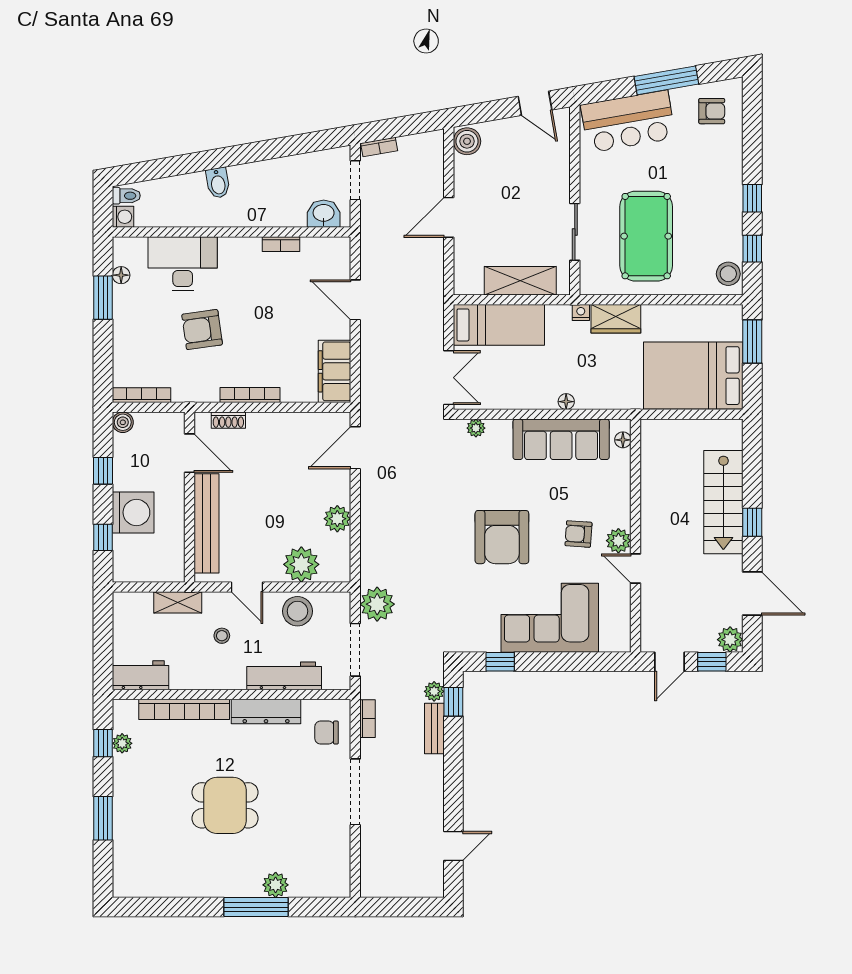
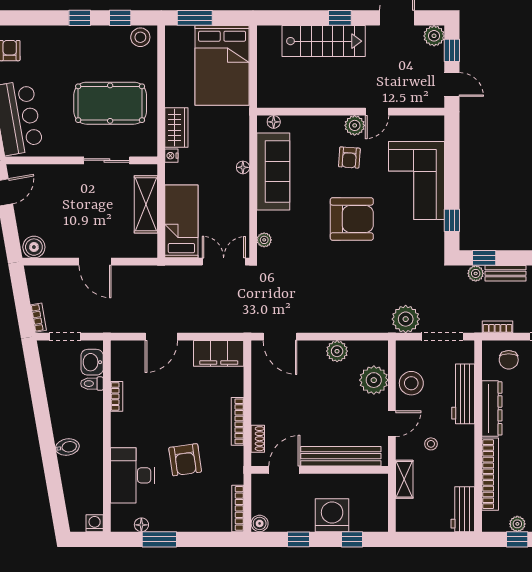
toilet: (126, 196) -> (92, 384), moved, turned -90

